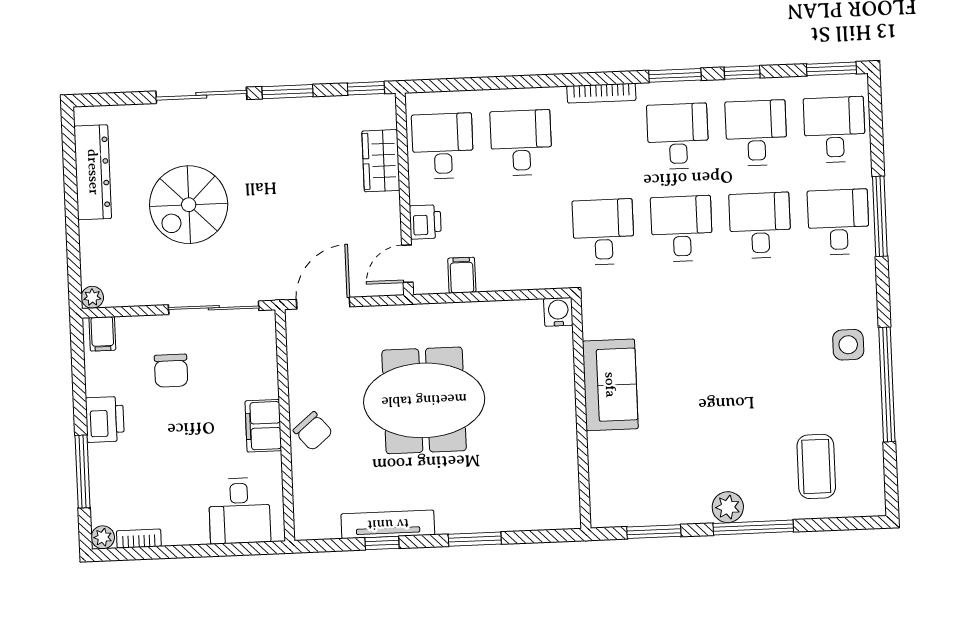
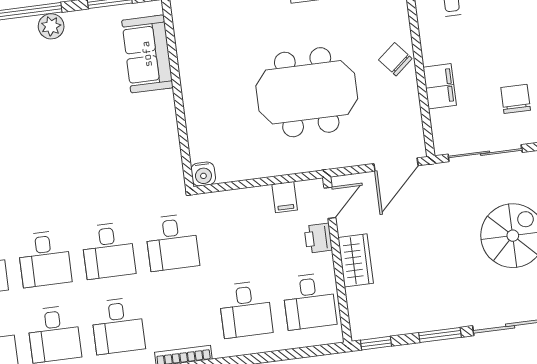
wardrobe: (381, 161) -> (356, 260), moved
sofa: (610, 385) -> (147, 54), moved
filing cabinet: (263, 426) -> (440, 86), moved

